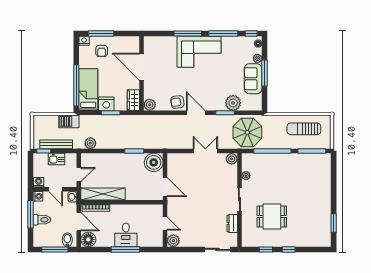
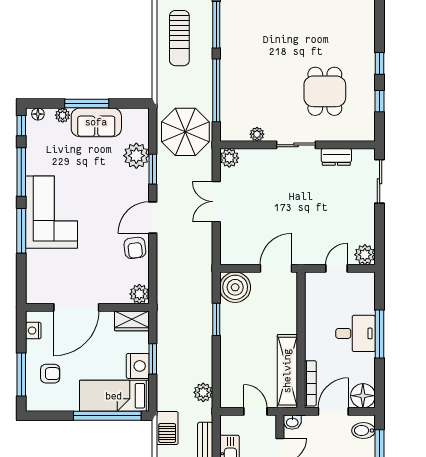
nightstand: (84, 41) -> (33, 331), moved

